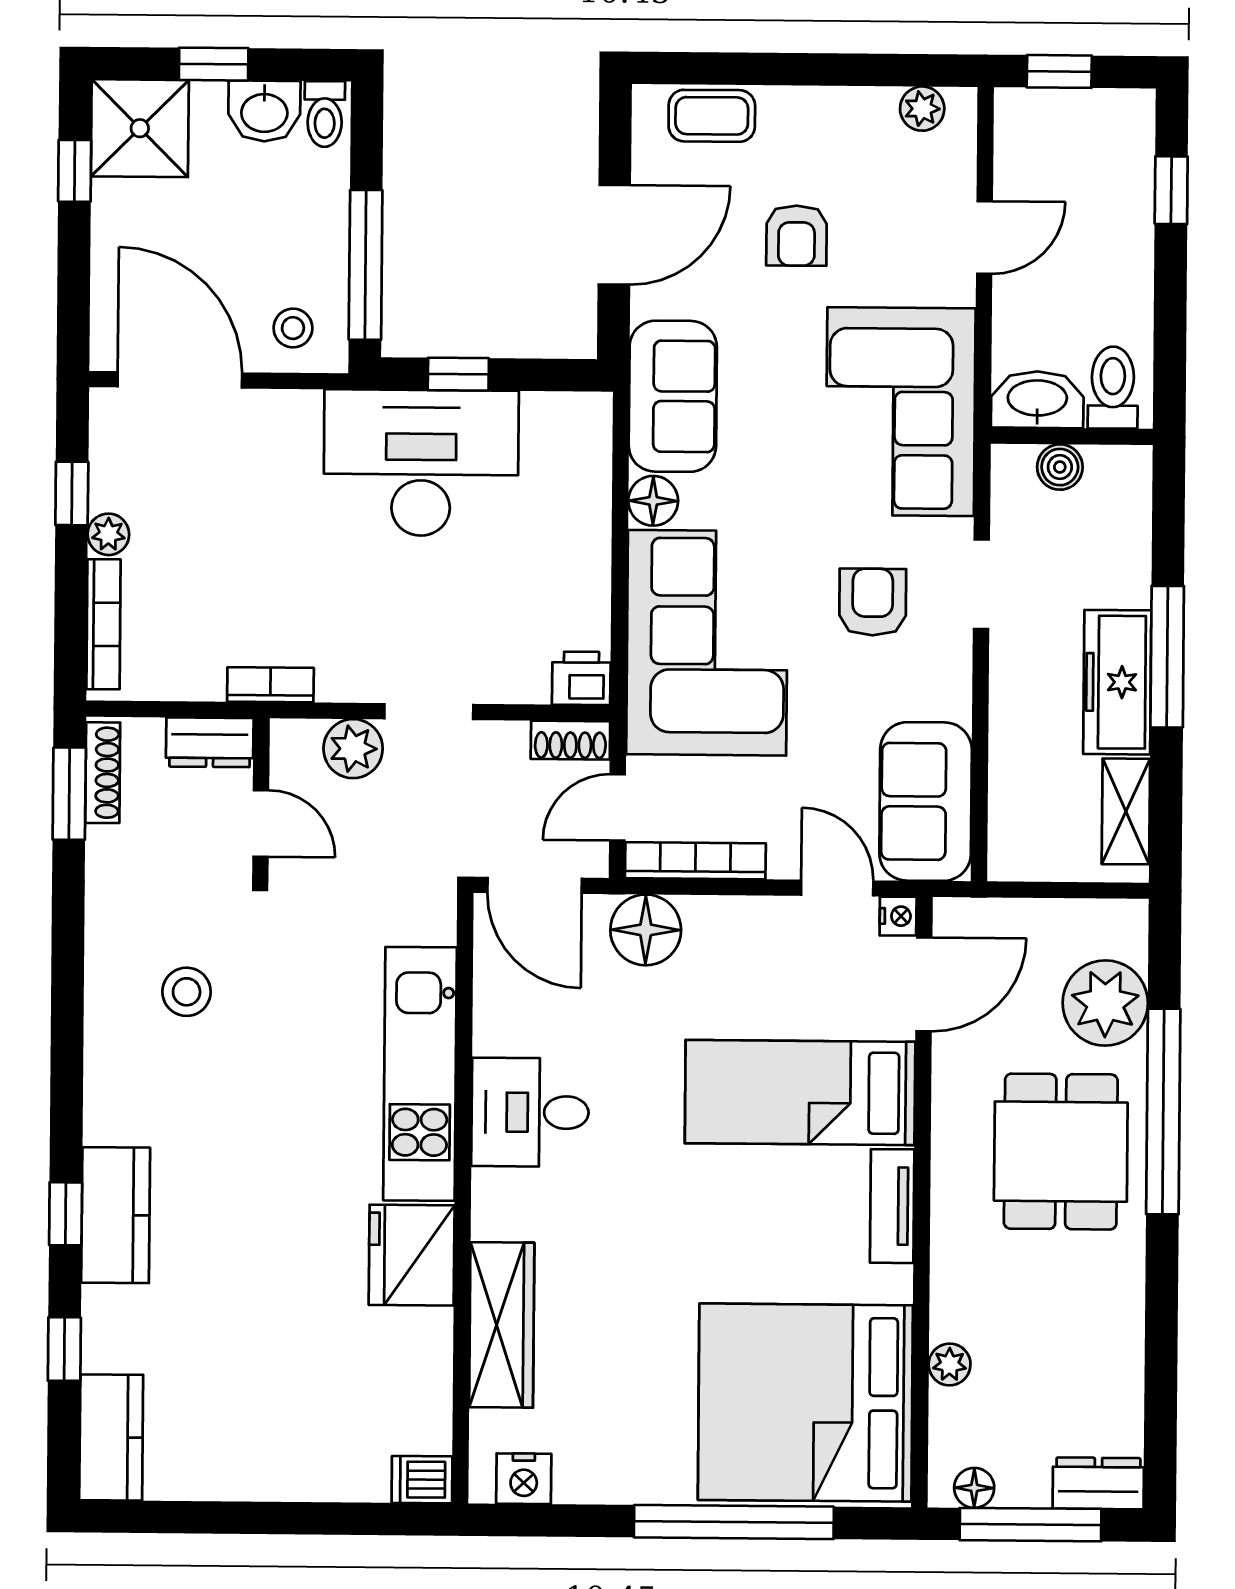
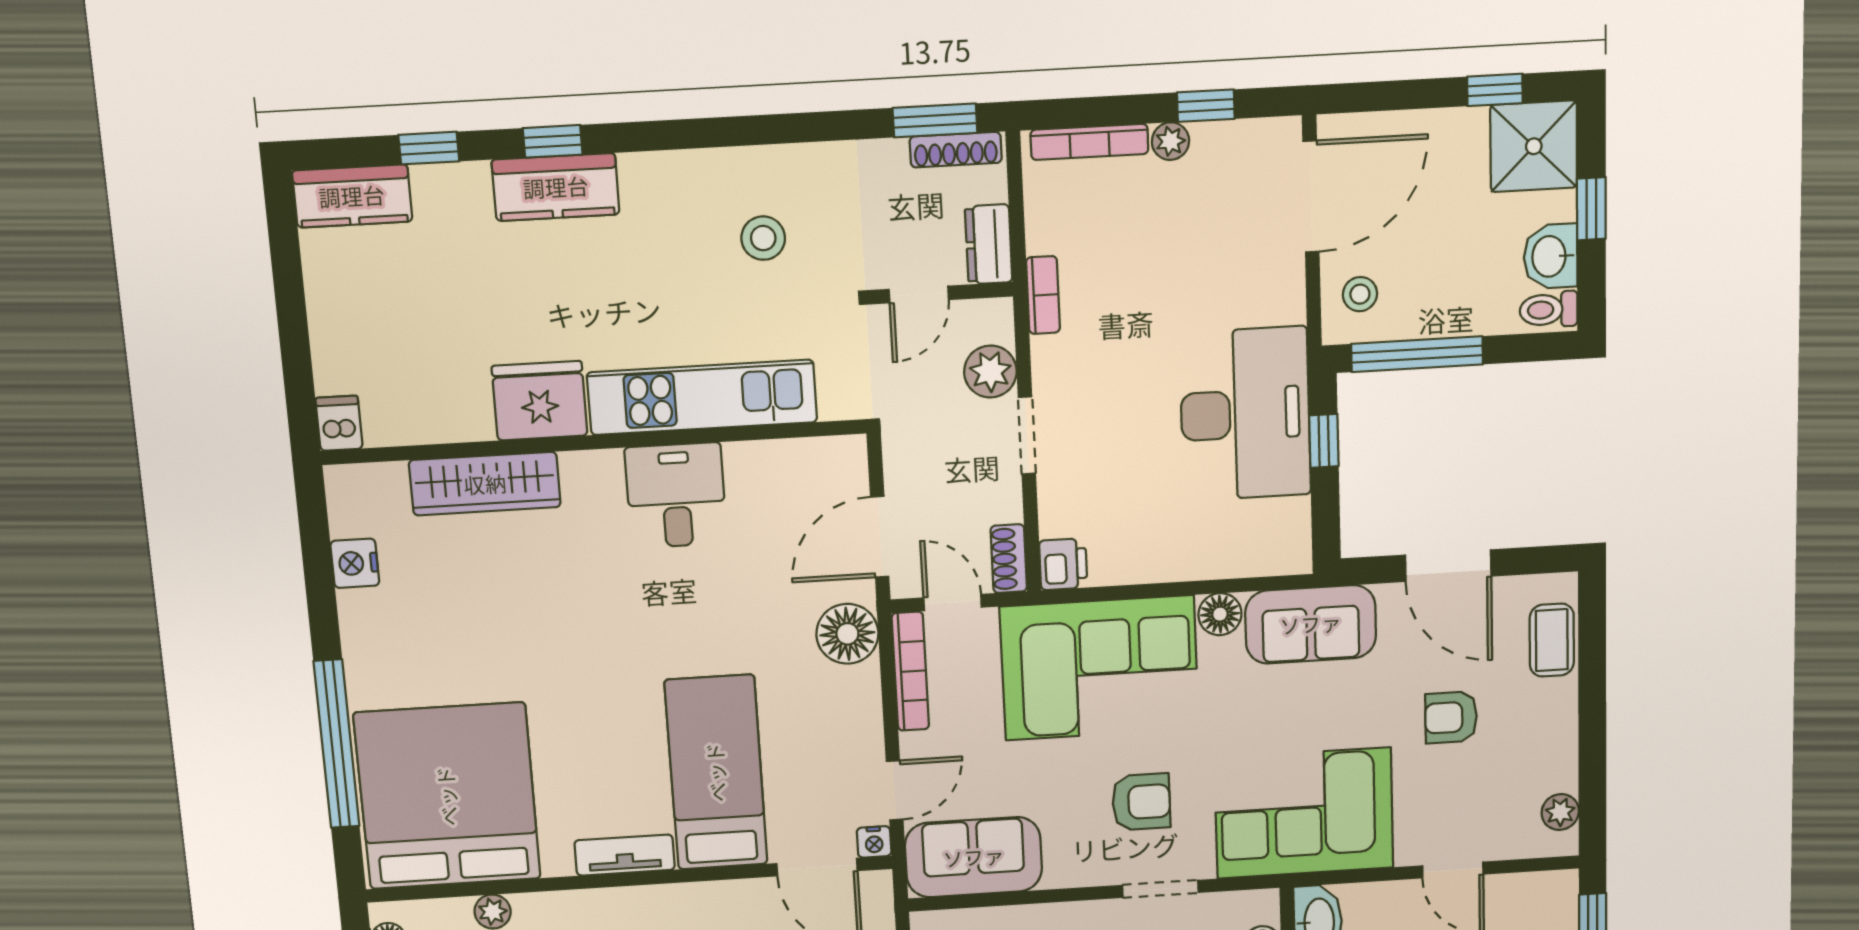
kitchen unit: (420, 1074) -> (702, 397), moved
desk: (530, 1112) -> (676, 495), moved
wall: (463, 1198) -> (595, 442), moved
fridge: (412, 1255) -> (540, 401), moved
wardrobe: (502, 1325) -> (485, 484), moved
dishwasher: (422, 1480) -> (339, 423), moved

